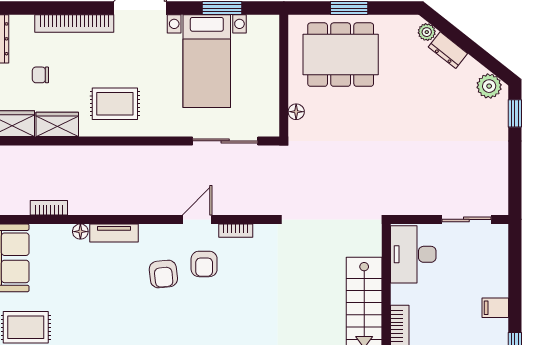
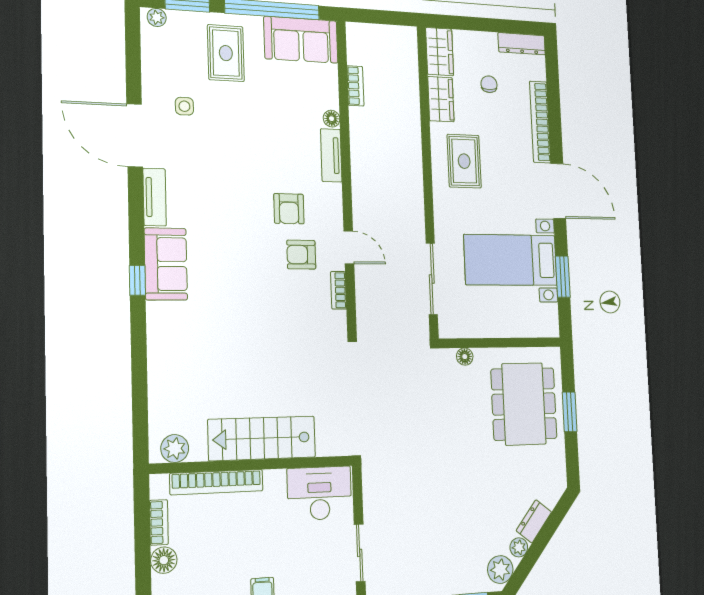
plant: (427, 32) -> (519, 547), moved
armchair: (163, 274) -> (289, 209), turned -84

